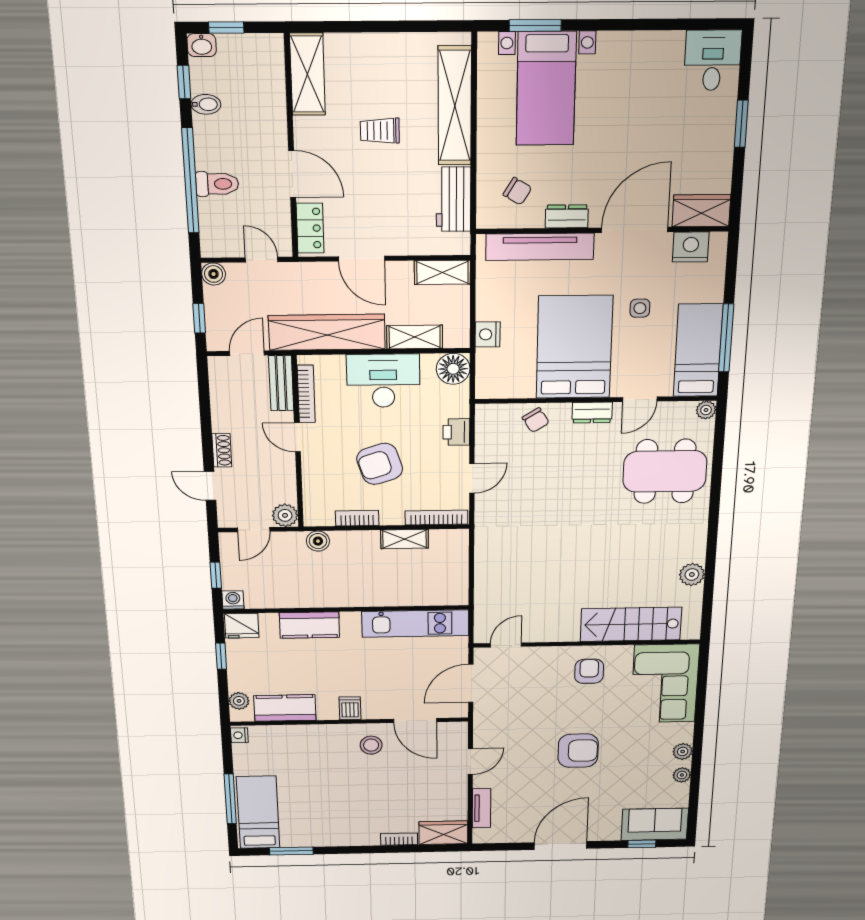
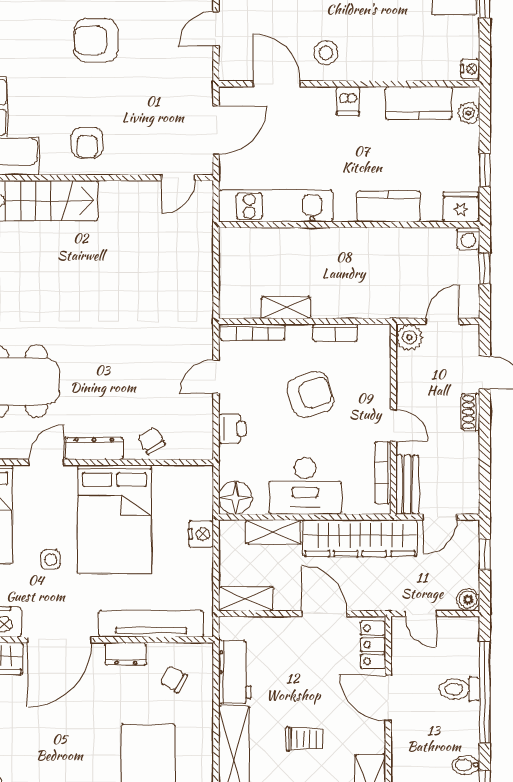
dresser: (592, 413) -> (94, 448), width x1.44
boiler: (318, 541) -> (376, 307), removed

